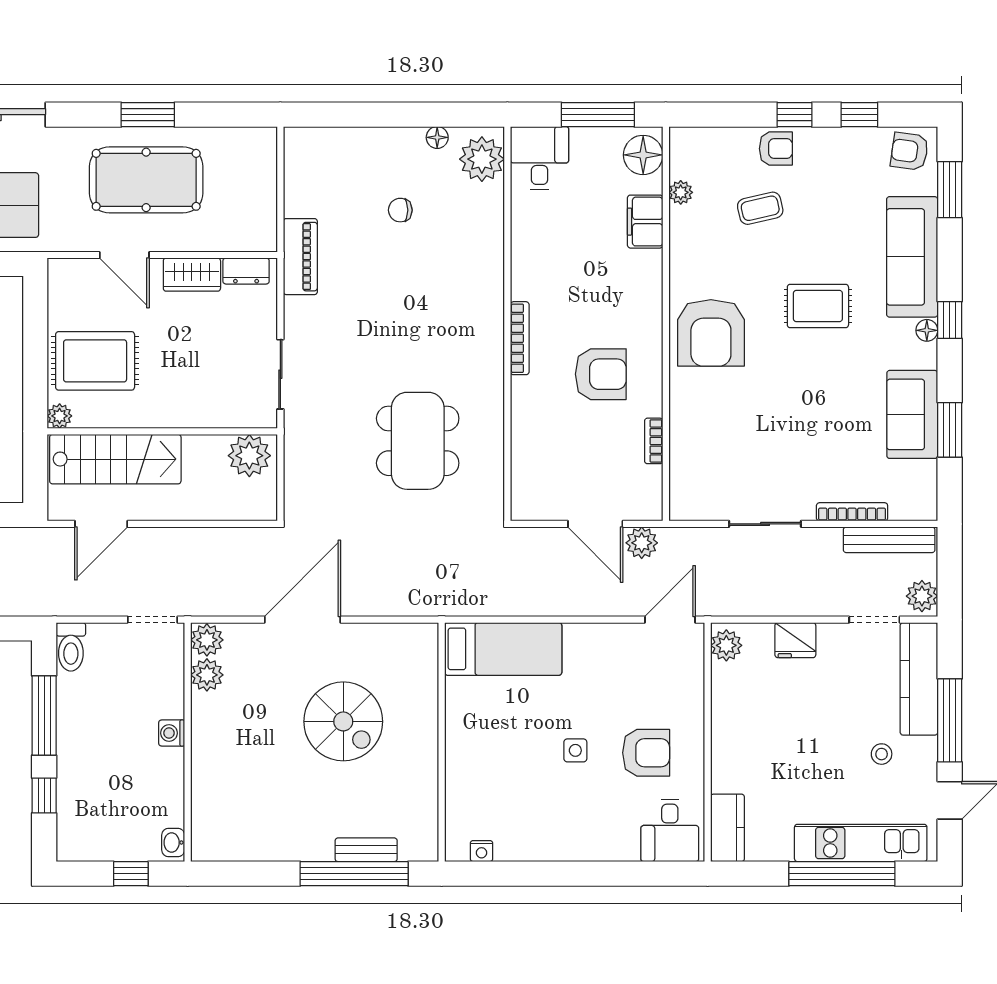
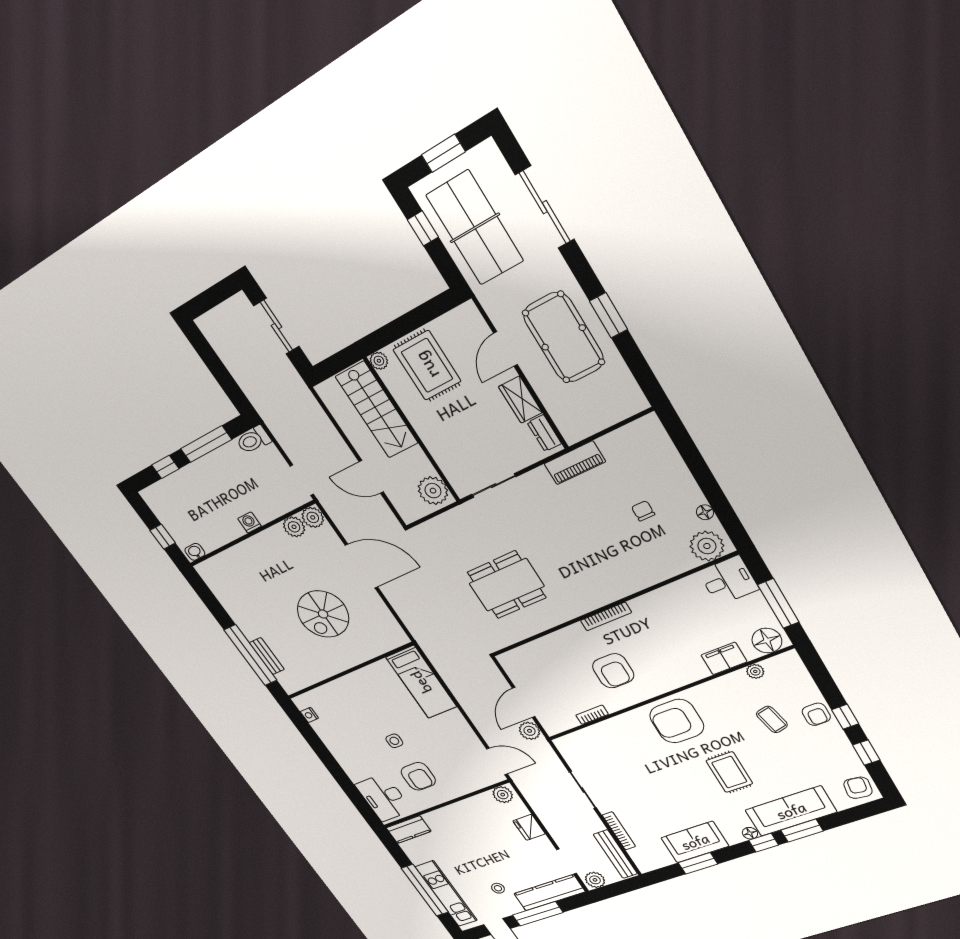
window: (950, 190) -> (802, 831), moved
door: (101, 524) -> (371, 477), moved
desk: (670, 830) -> (383, 798), width x1.37

